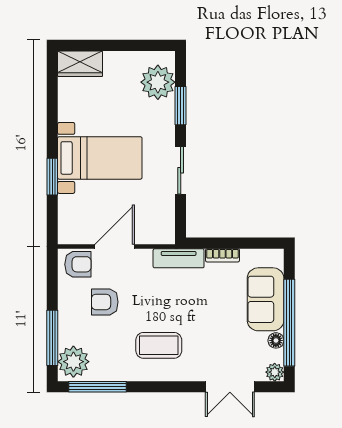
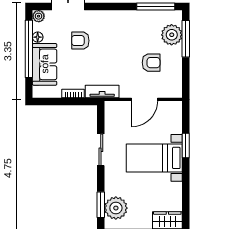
window: (181, 106) -> (101, 205), moved
armchair: (78, 264) -> (80, 41), moved
coffee table: (159, 345) -> (115, 34), removed
plant: (73, 362) -> (172, 35), moved

